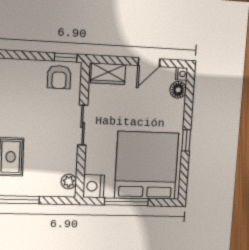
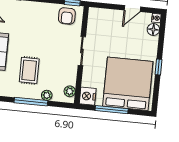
wardrobe: (108, 74) -> (102, 15), removed
plant: (37, 189) -> (47, 95), added

